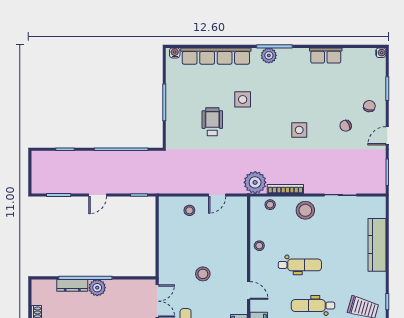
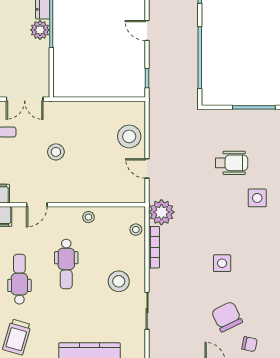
chair: (346, 126) -> (227, 317), width x1.87, depth x1.87
stool: (189, 210) -> (129, 136), width x1.89, depth x1.89
stool: (305, 210) -> (119, 281), moved

